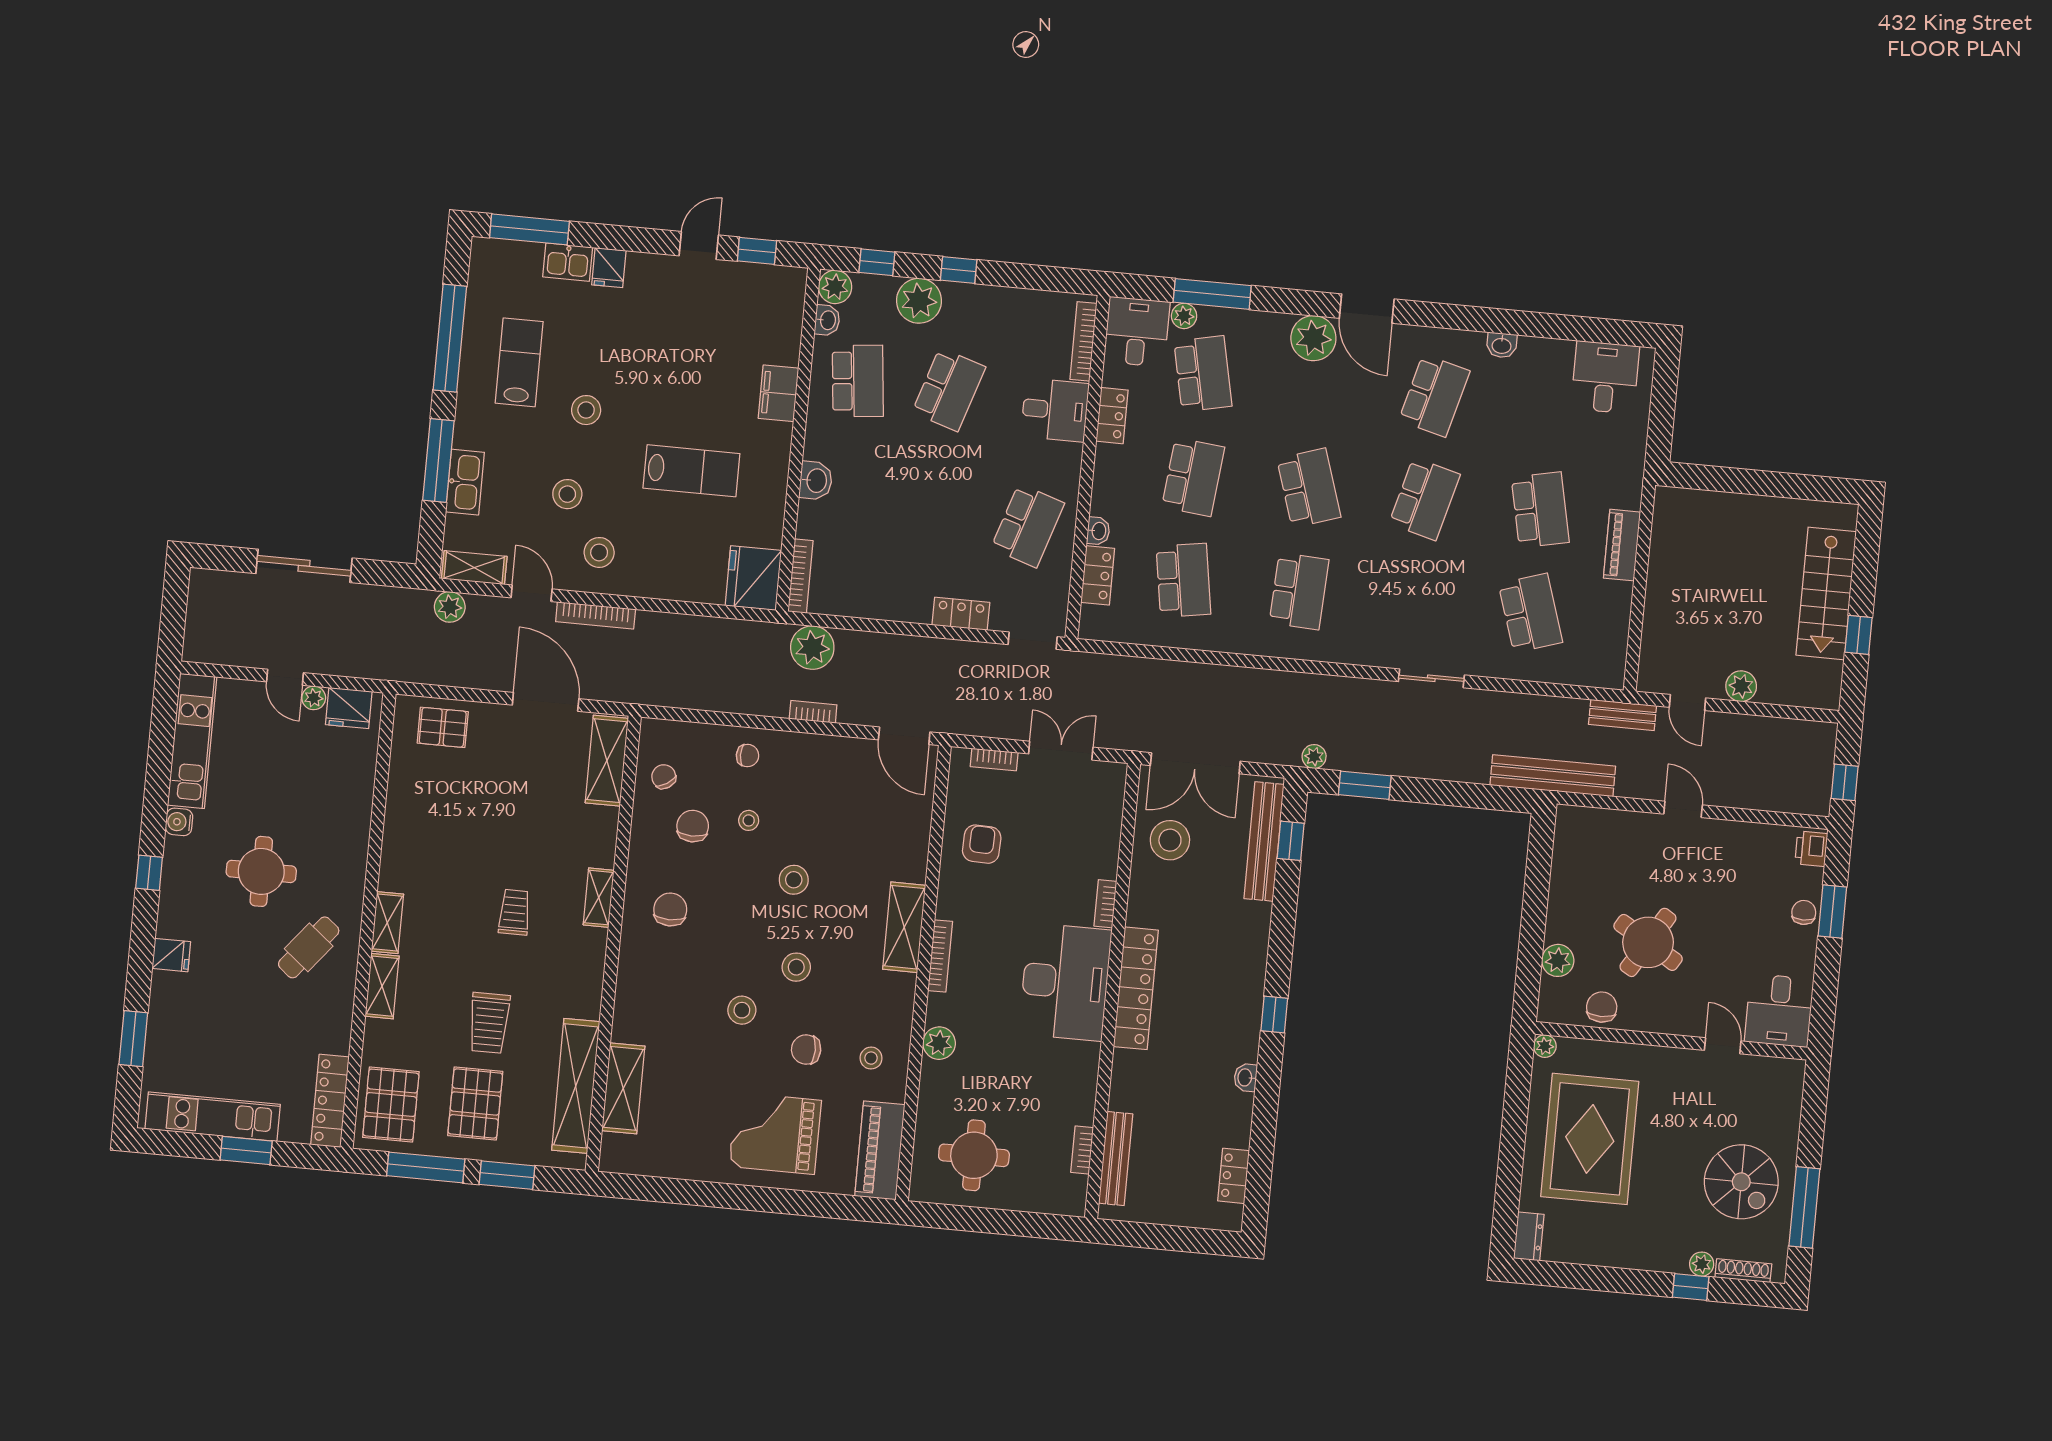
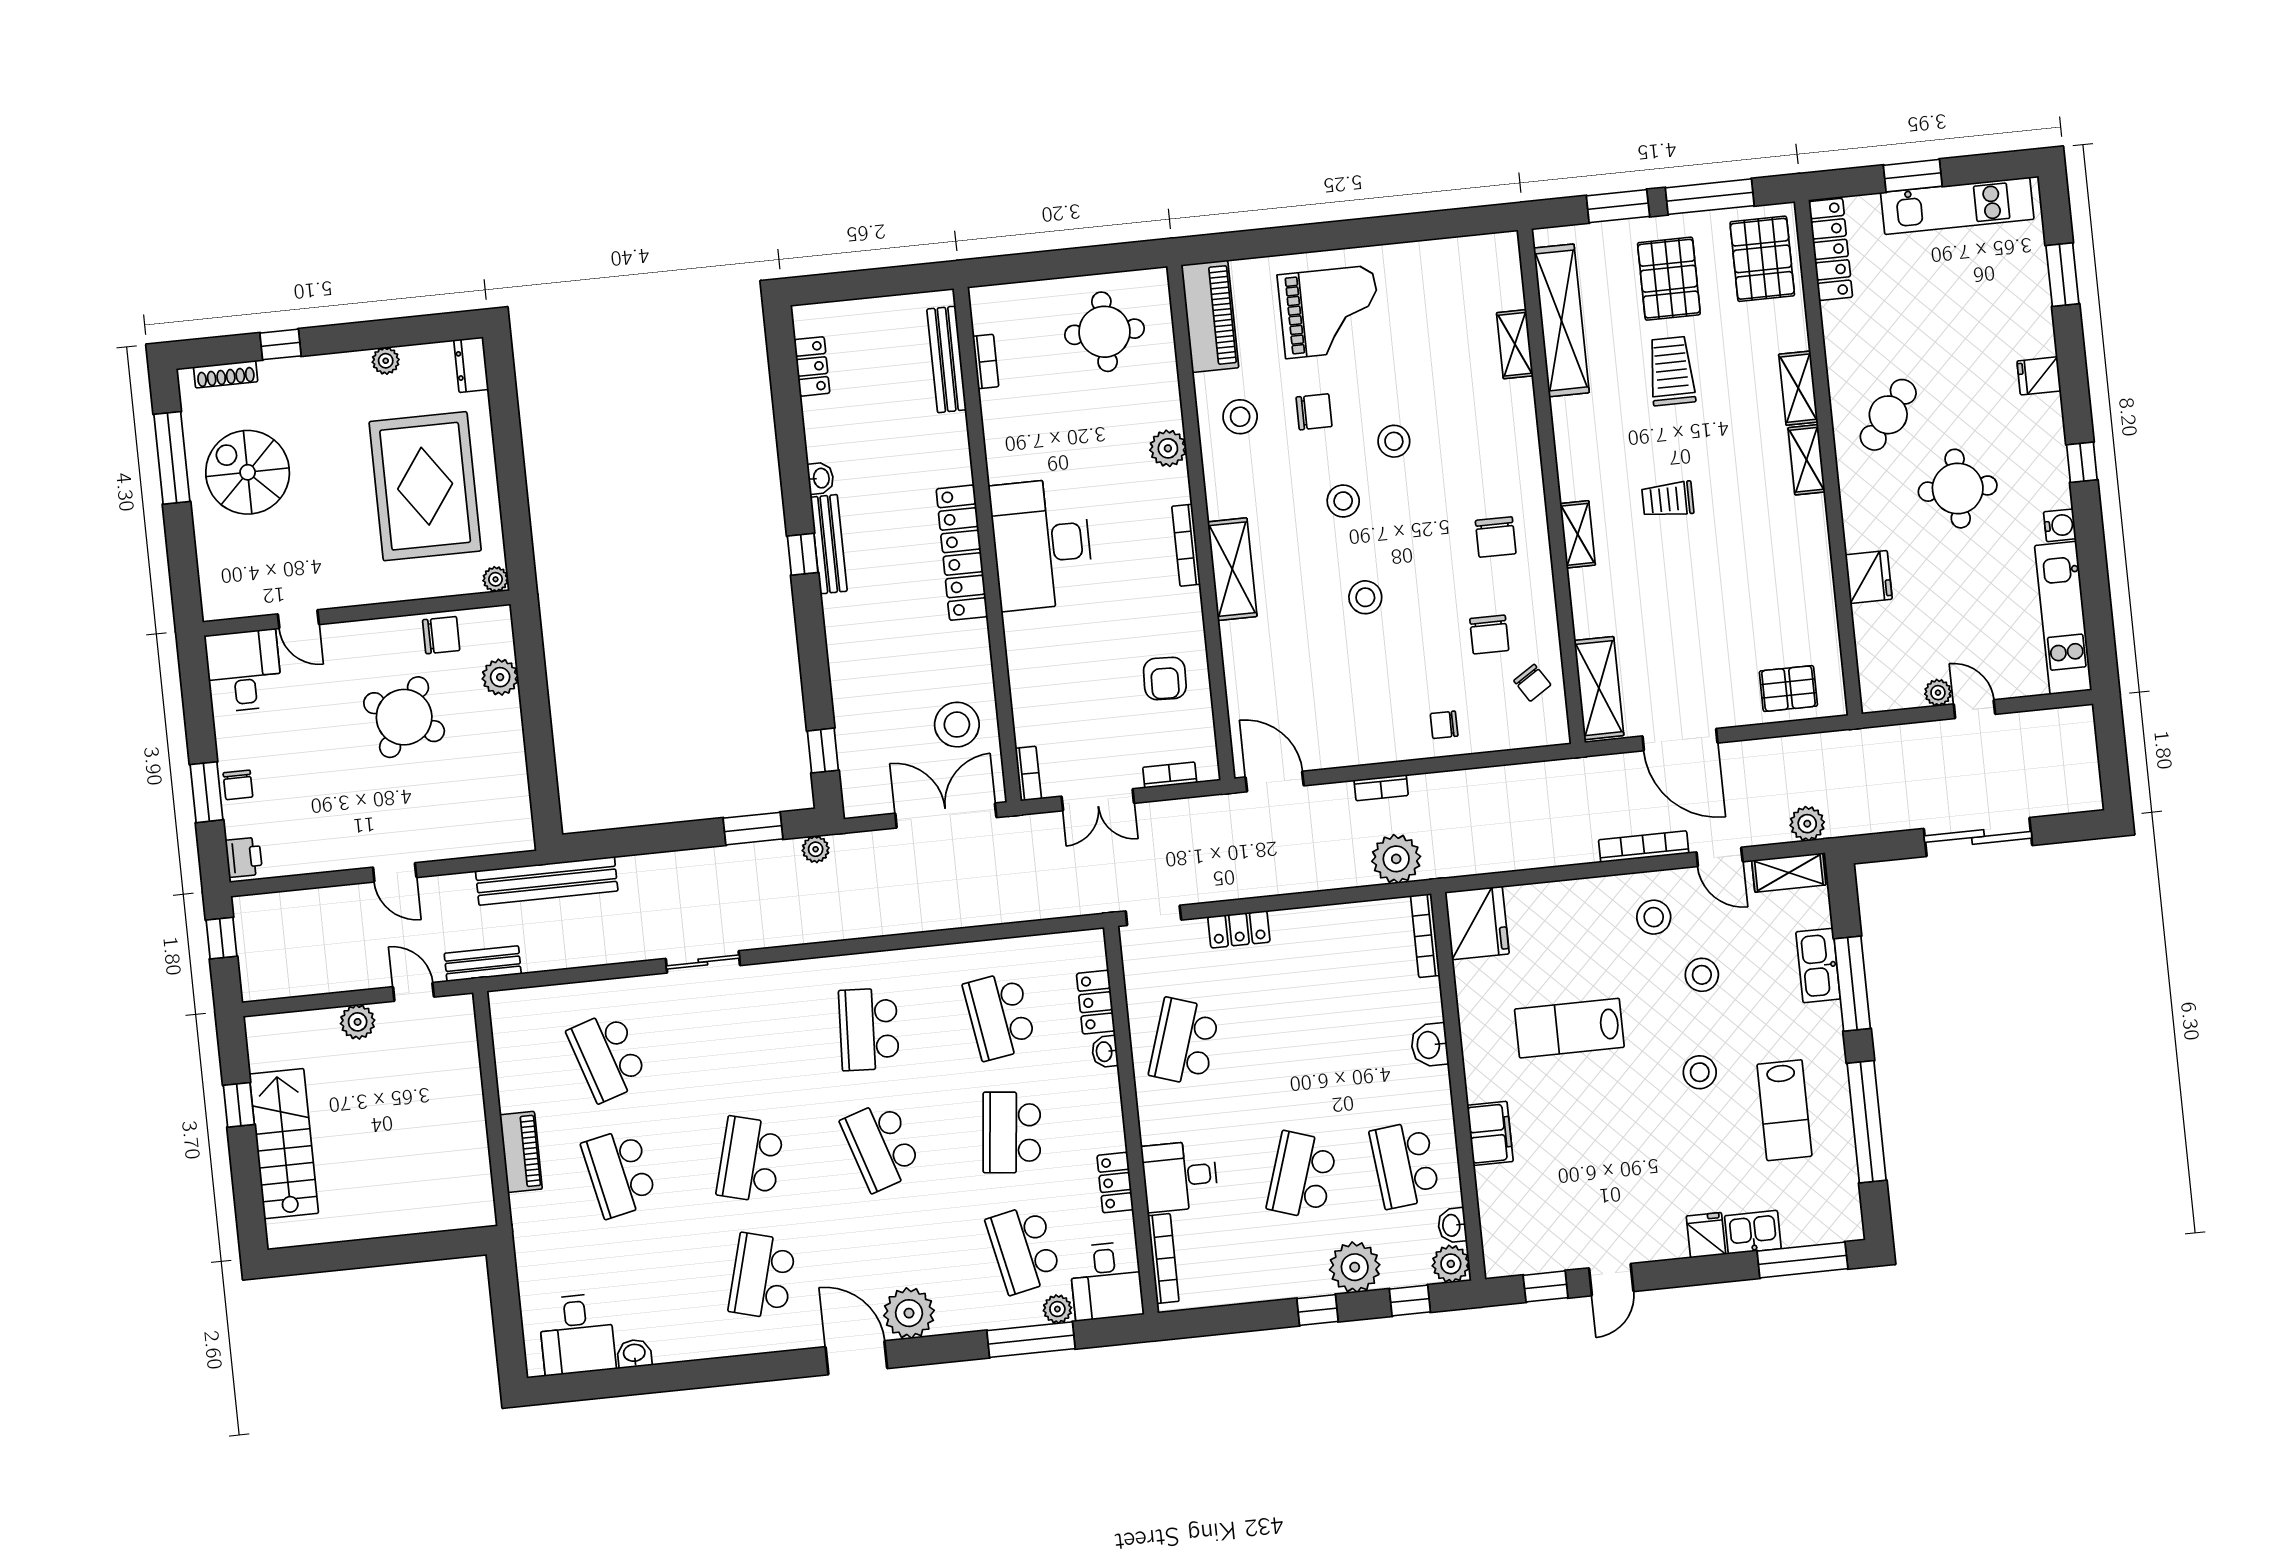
washbasin: (1502, 345) -> (634, 1354), moved
fridge: (349, 708) -> (1869, 577), moved, turned 90
stool: (749, 820) -> (1428, 653), removed
bench: (1264, 841) -> (829, 544), moved, width x0.73, depth x0.82
bookcase: (1105, 904) -> (1028, 774), moved
trolley: (515, 912) -> (1668, 499), turned 90
chair: (1602, 1007) -> (441, 635), turned -90
stool: (871, 1058) -> (1240, 417), width x1.37, depth x1.37
shelving: (623, 1088) -> (1515, 344), width x0.67, depth x0.75
plant: (1702, 1264) -> (386, 361), moved

